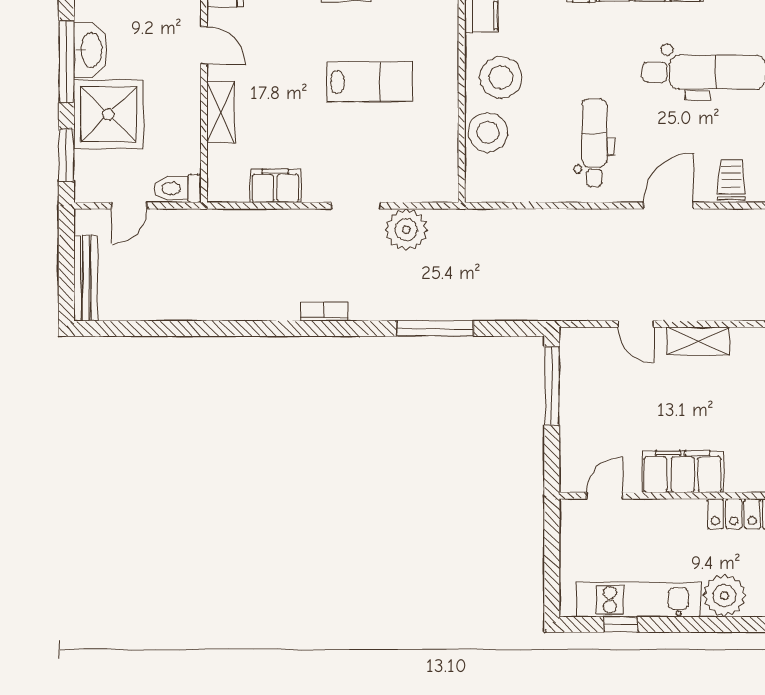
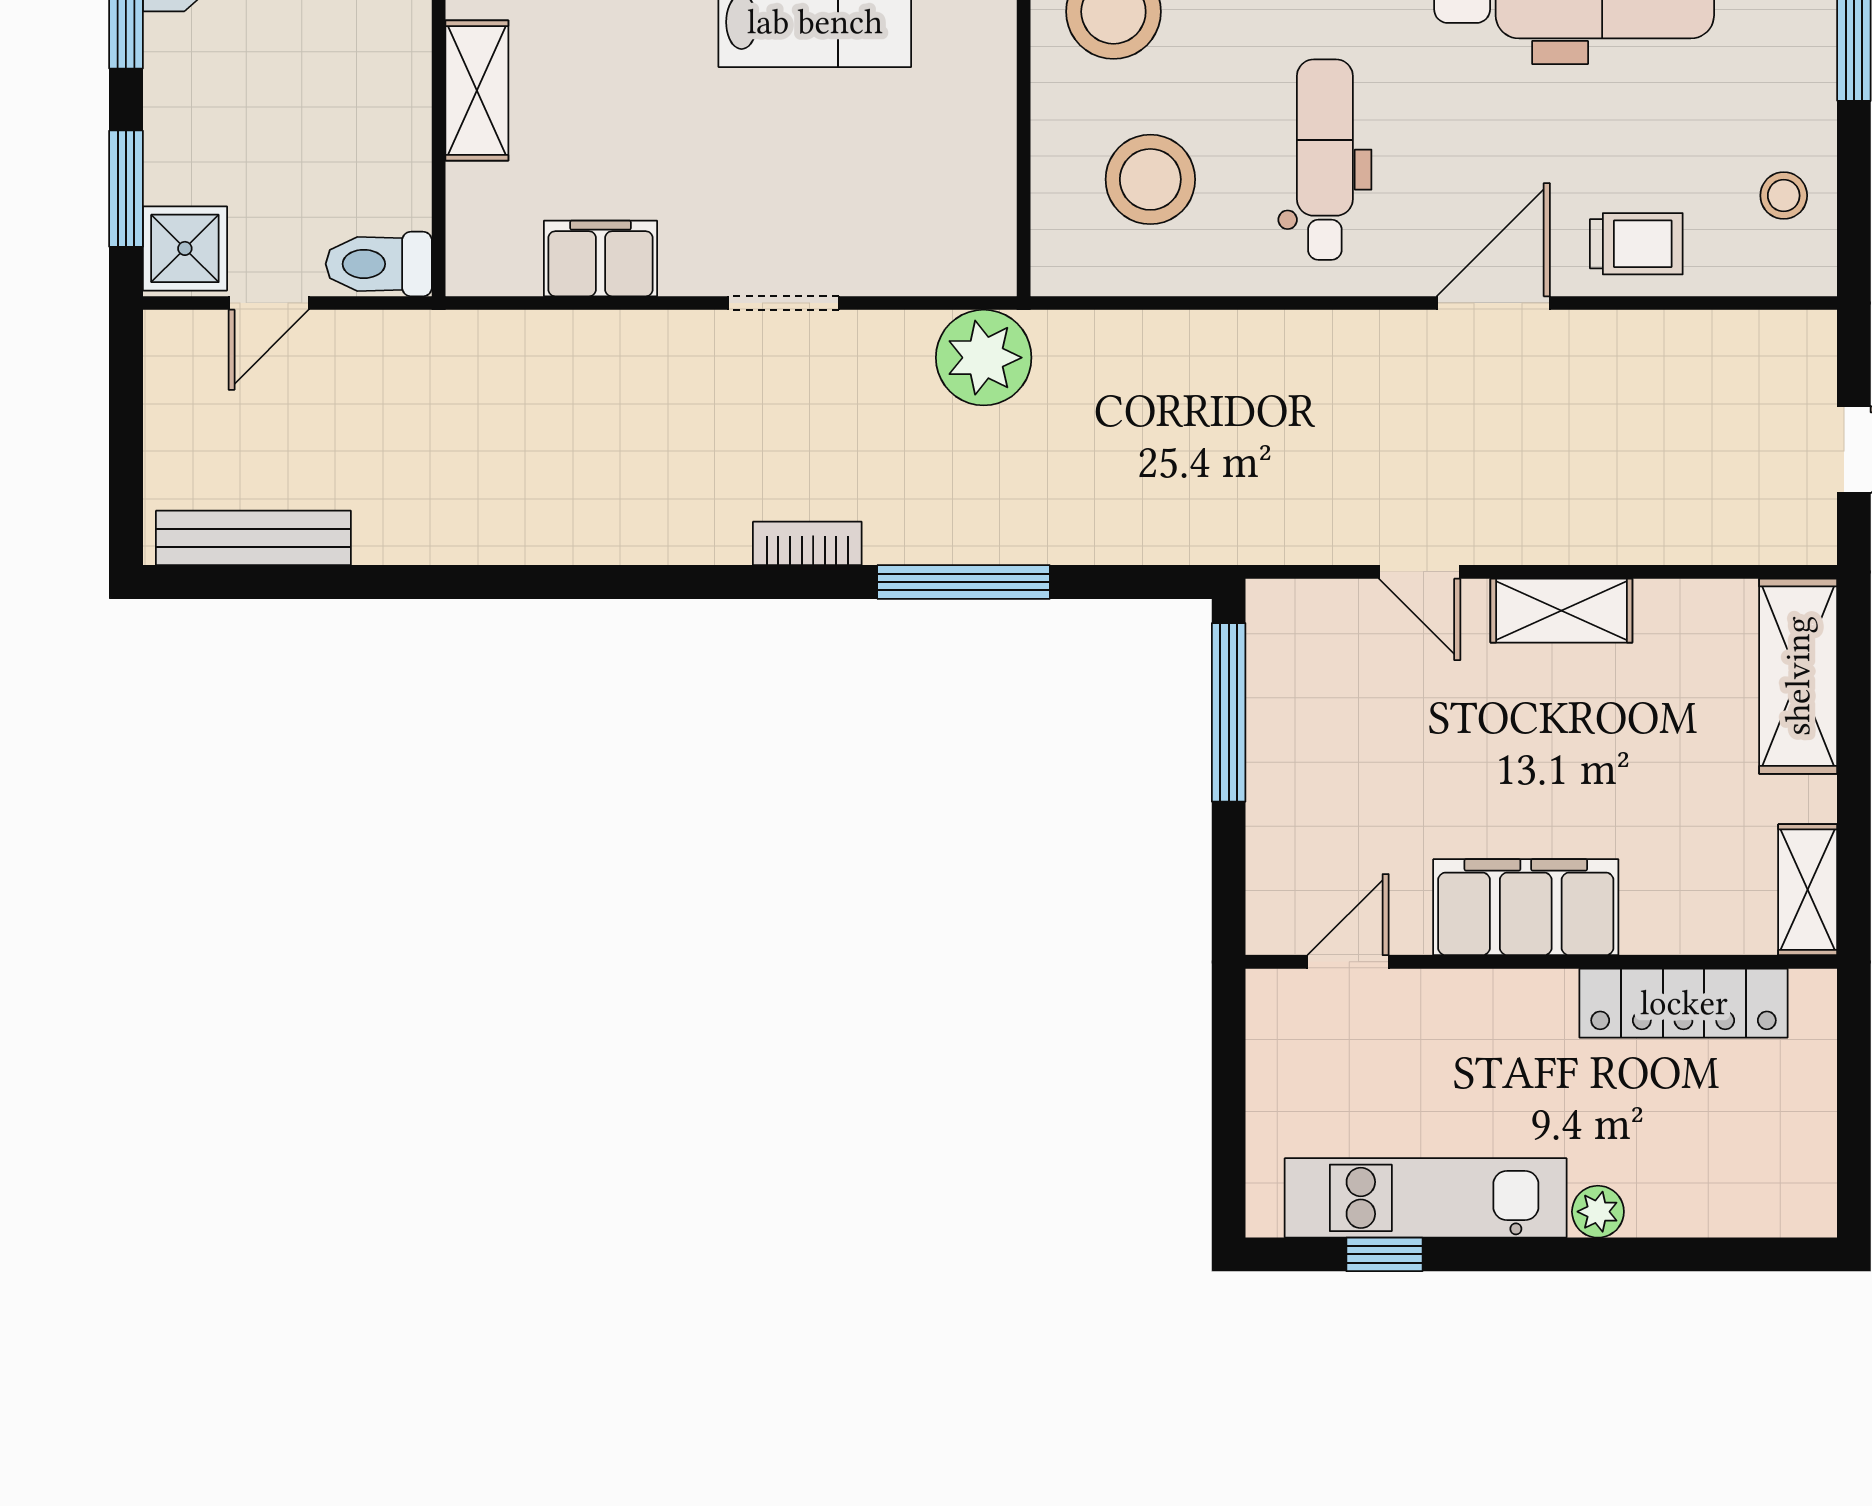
shower: (108, 114) -> (185, 248), moved, width x0.54, depth x0.54
stool: (488, 132) -> (1150, 179), moved
trolley: (731, 180) -> (1636, 244), turned 90
plant: (406, 230) -> (984, 358), moved
bench: (86, 278) -> (253, 538), moved, turned 90
bookcase: (324, 311) -> (807, 543), moved
plant: (724, 596) -> (1598, 1212), width x0.53, depth x0.53

